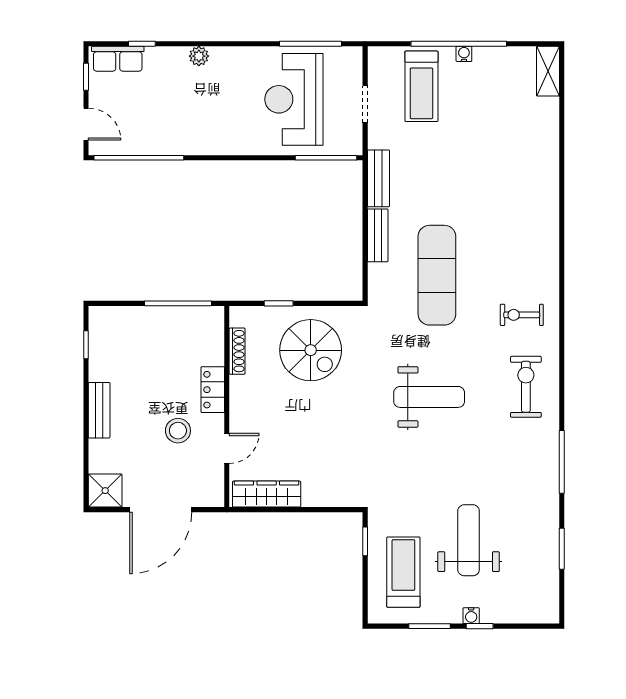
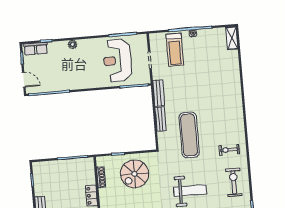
spiral stairs: (311, 350) -> (134, 174), turned 90

